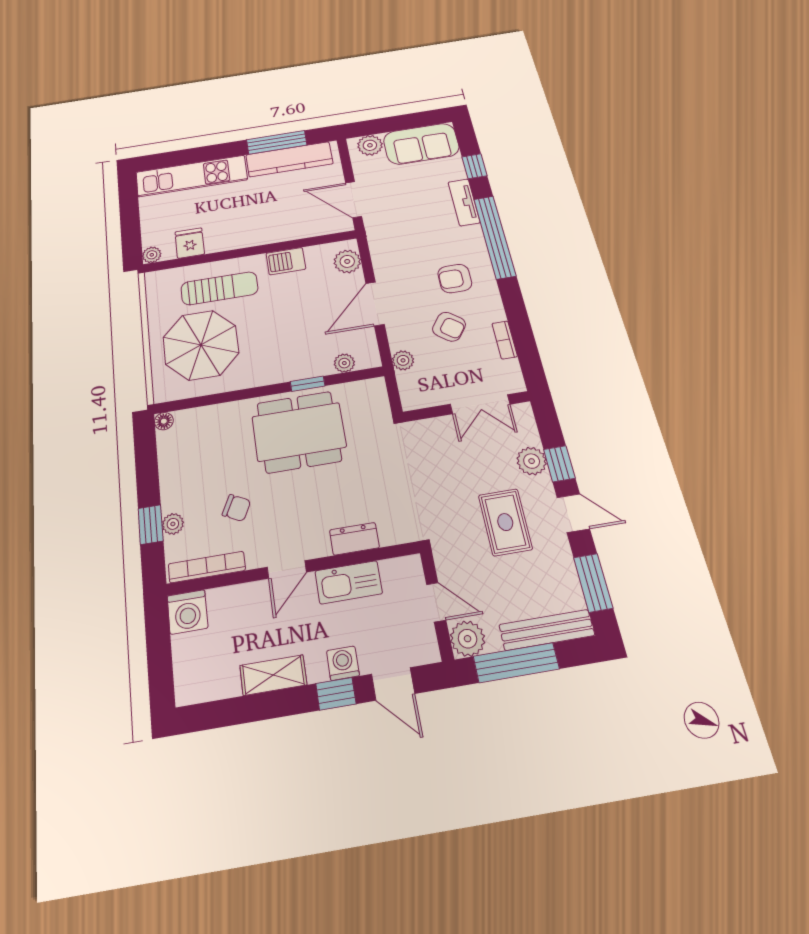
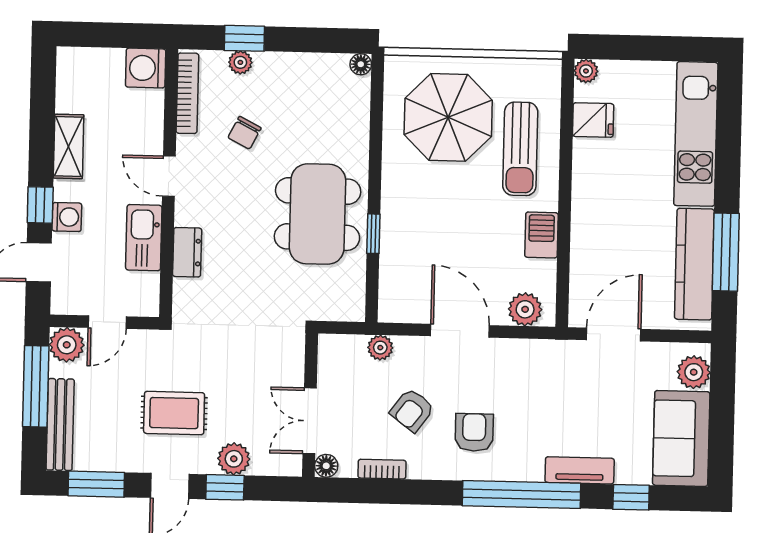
plant: (344, 363) -> (391, 280), removed
floor lamp: (515, 384) -> (326, 466), added

